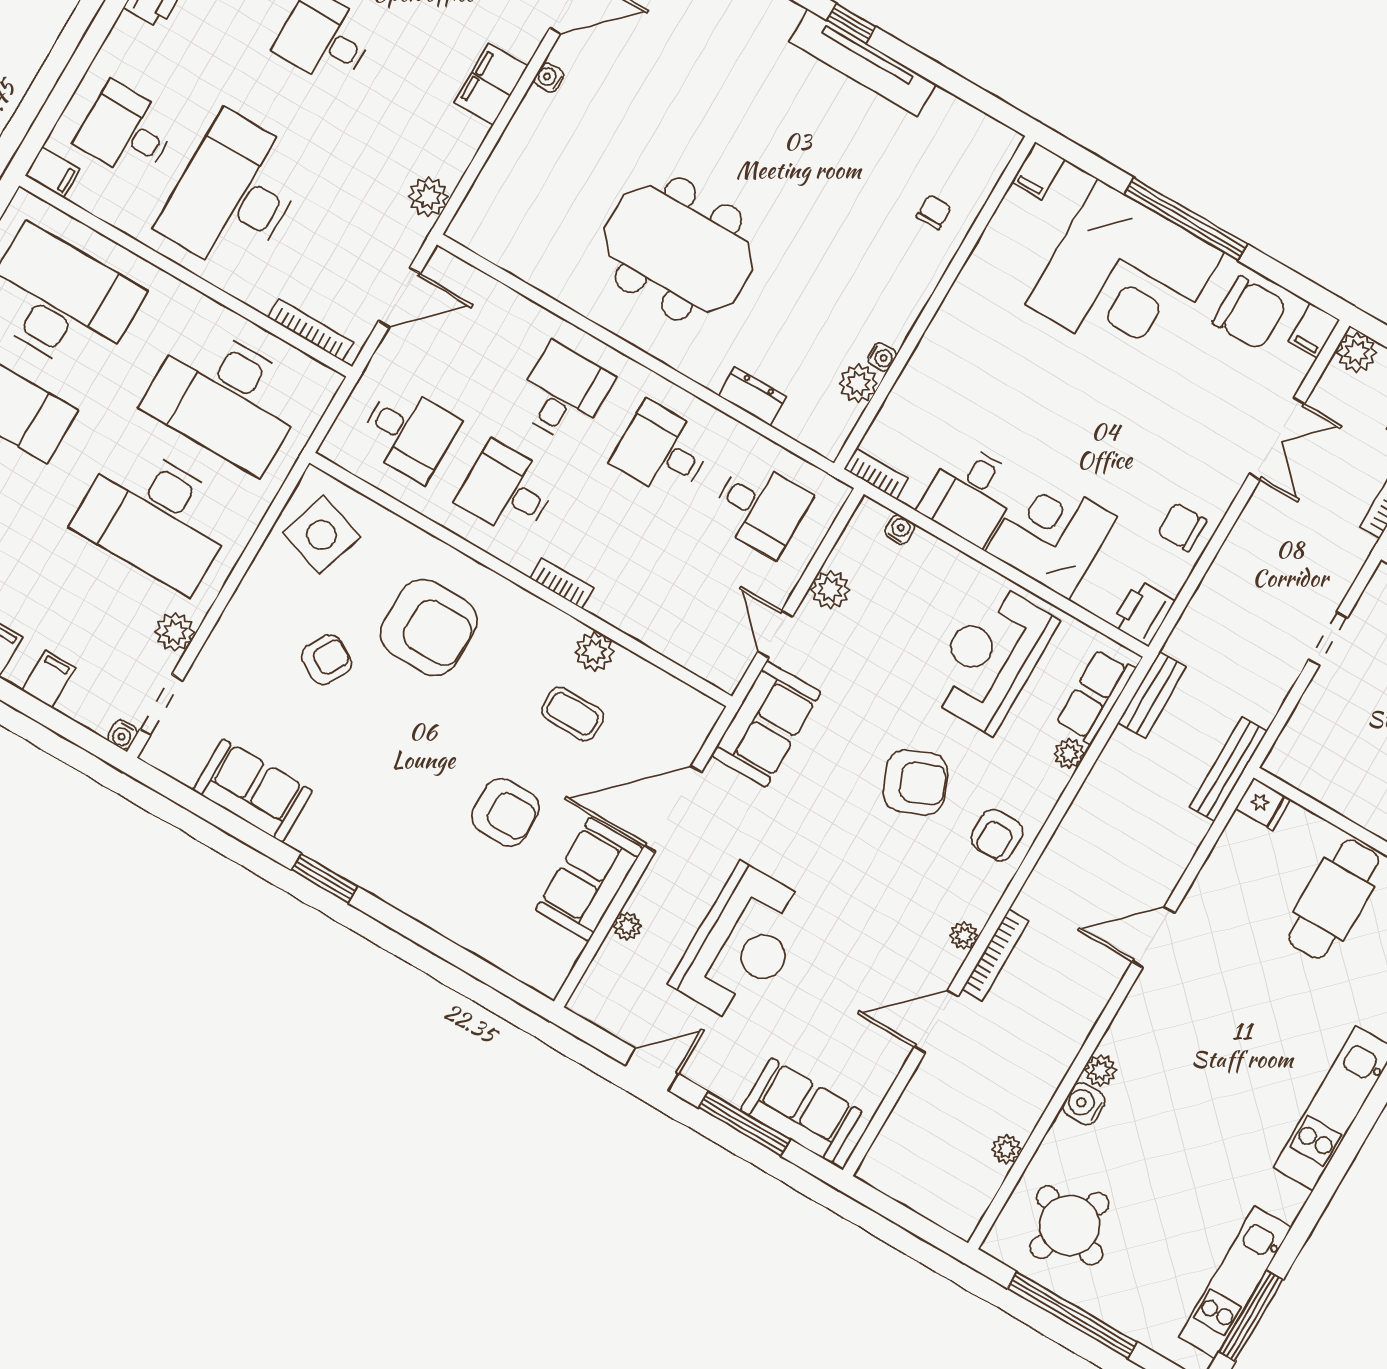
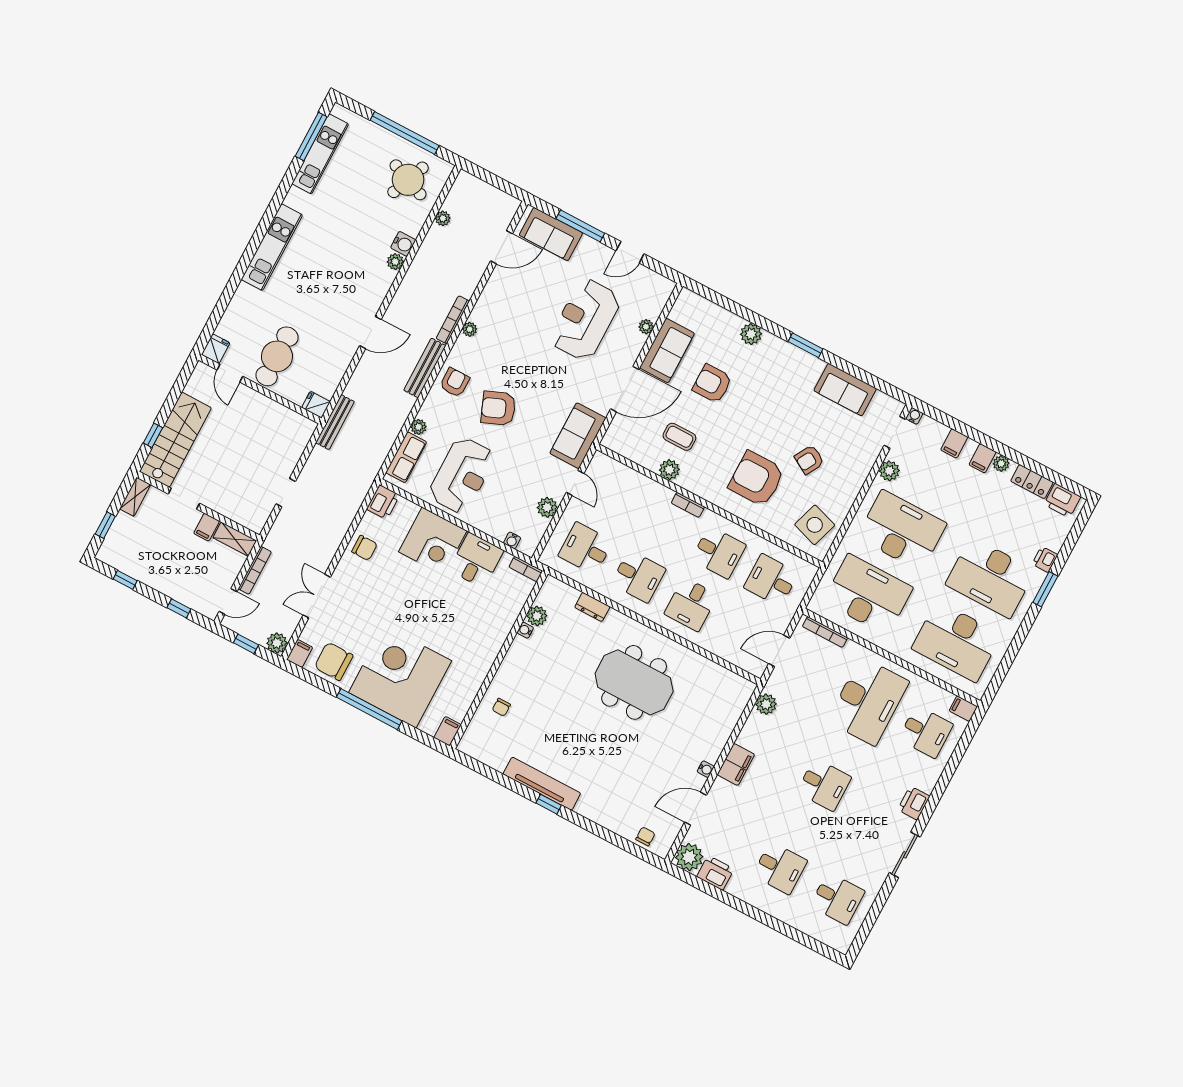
bench: (1152, 695) -> (425, 368), moved, width x1.36
plant: (428, 904) -> (751, 334), added
door: (936, 1022) -> (501, 247), moved

